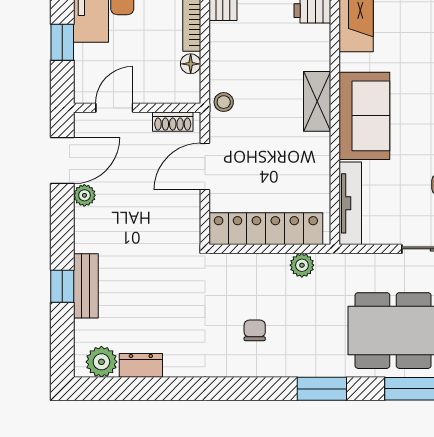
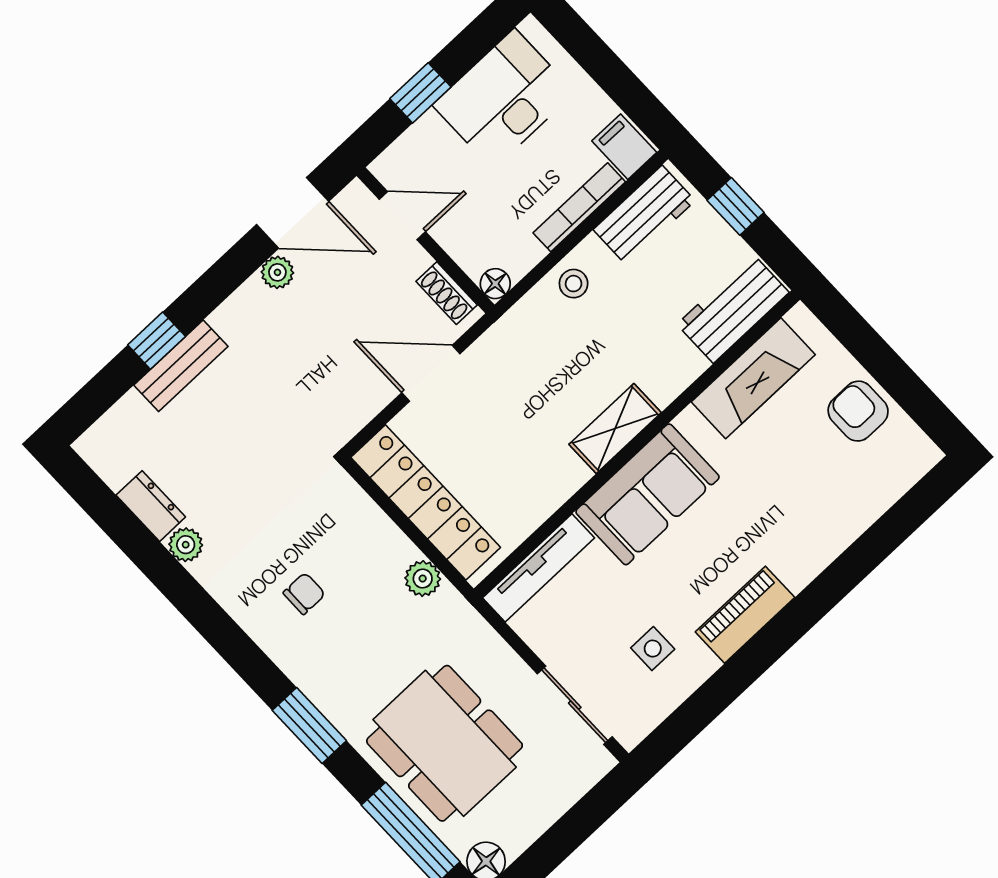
floor lamp: (191, 64) -> (495, 284), moved
stool: (224, 102) -> (574, 284), moved
plant: (101, 362) -> (186, 545), moved, width x0.73, depth x0.73

